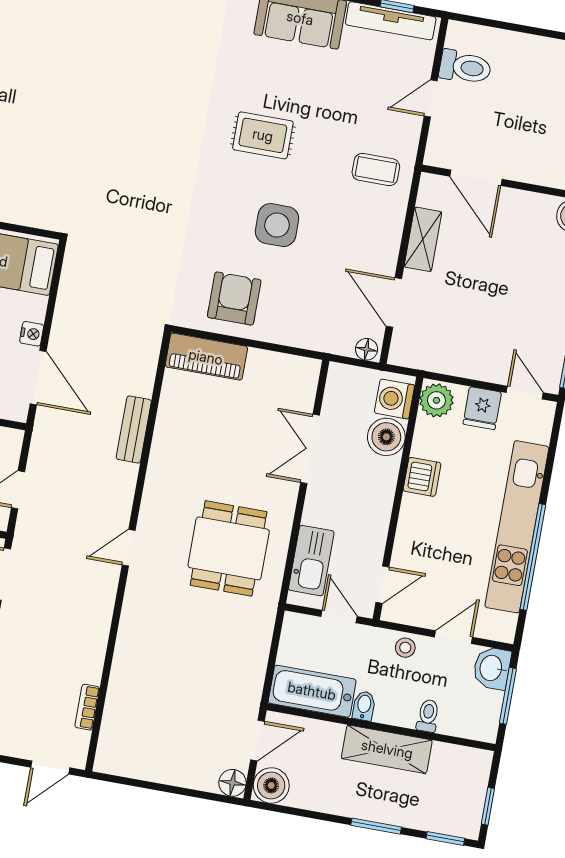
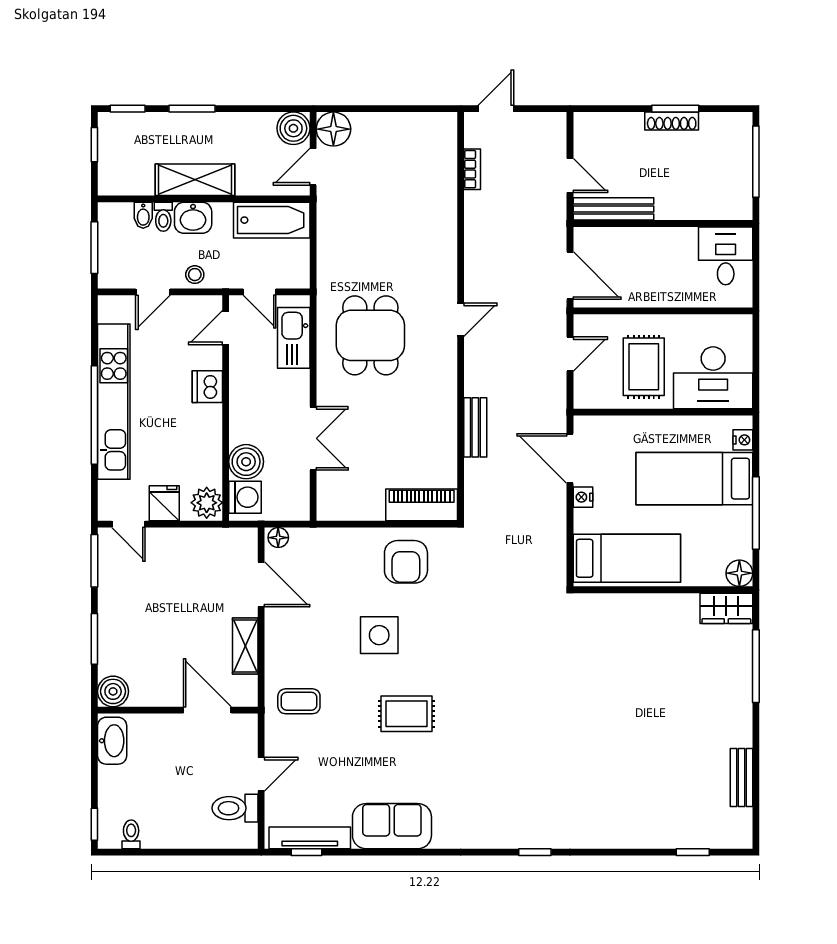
dishwasher: (422, 477) -> (207, 387), moved
window: (533, 557) -> (94, 415), moved
washbasin: (492, 668) -> (193, 218), moved, turned 90
bidet: (364, 706) -> (143, 215), moved
floor lamp: (232, 783) -> (333, 129), width x1.38, depth x1.38

